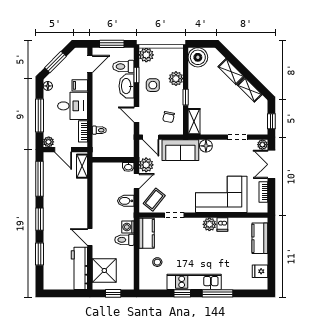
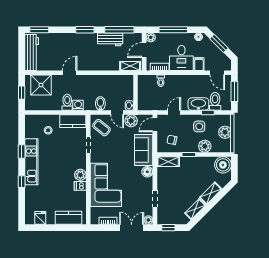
plant: (146, 55) -> (225, 132), moved
workbench: (51, 189) -> (110, 39), added
window: (39, 254) -> (39, 30), moved
workbench: (79, 268) -> (32, 53), moved, turned 90
window: (218, 293) -> (22, 182), width x0.46

